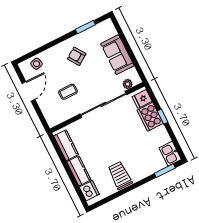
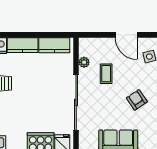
armchair: (77, 56) -> (137, 100), turned -90
plant: (128, 84) -> (84, 62), moved

